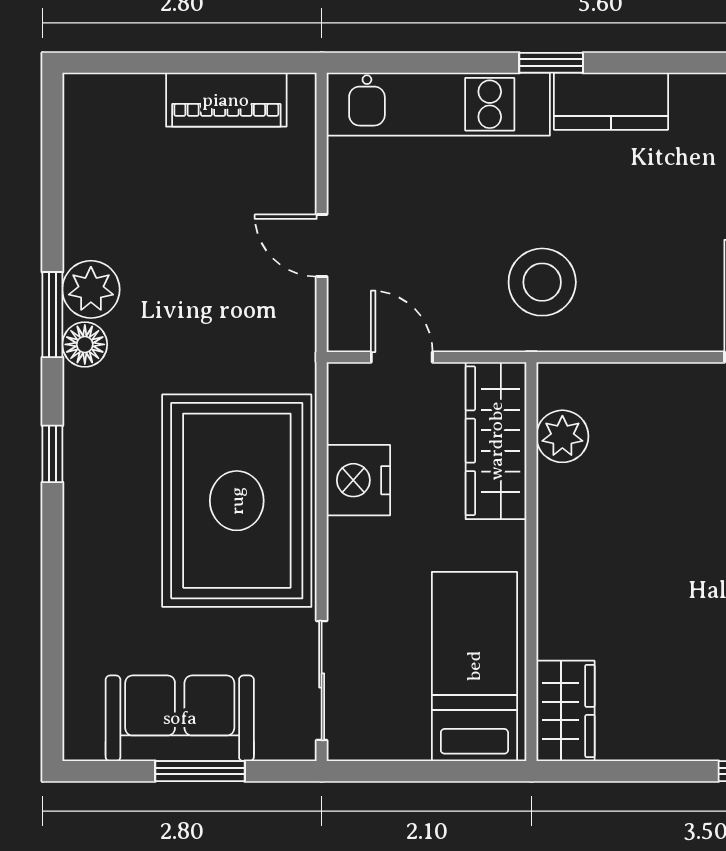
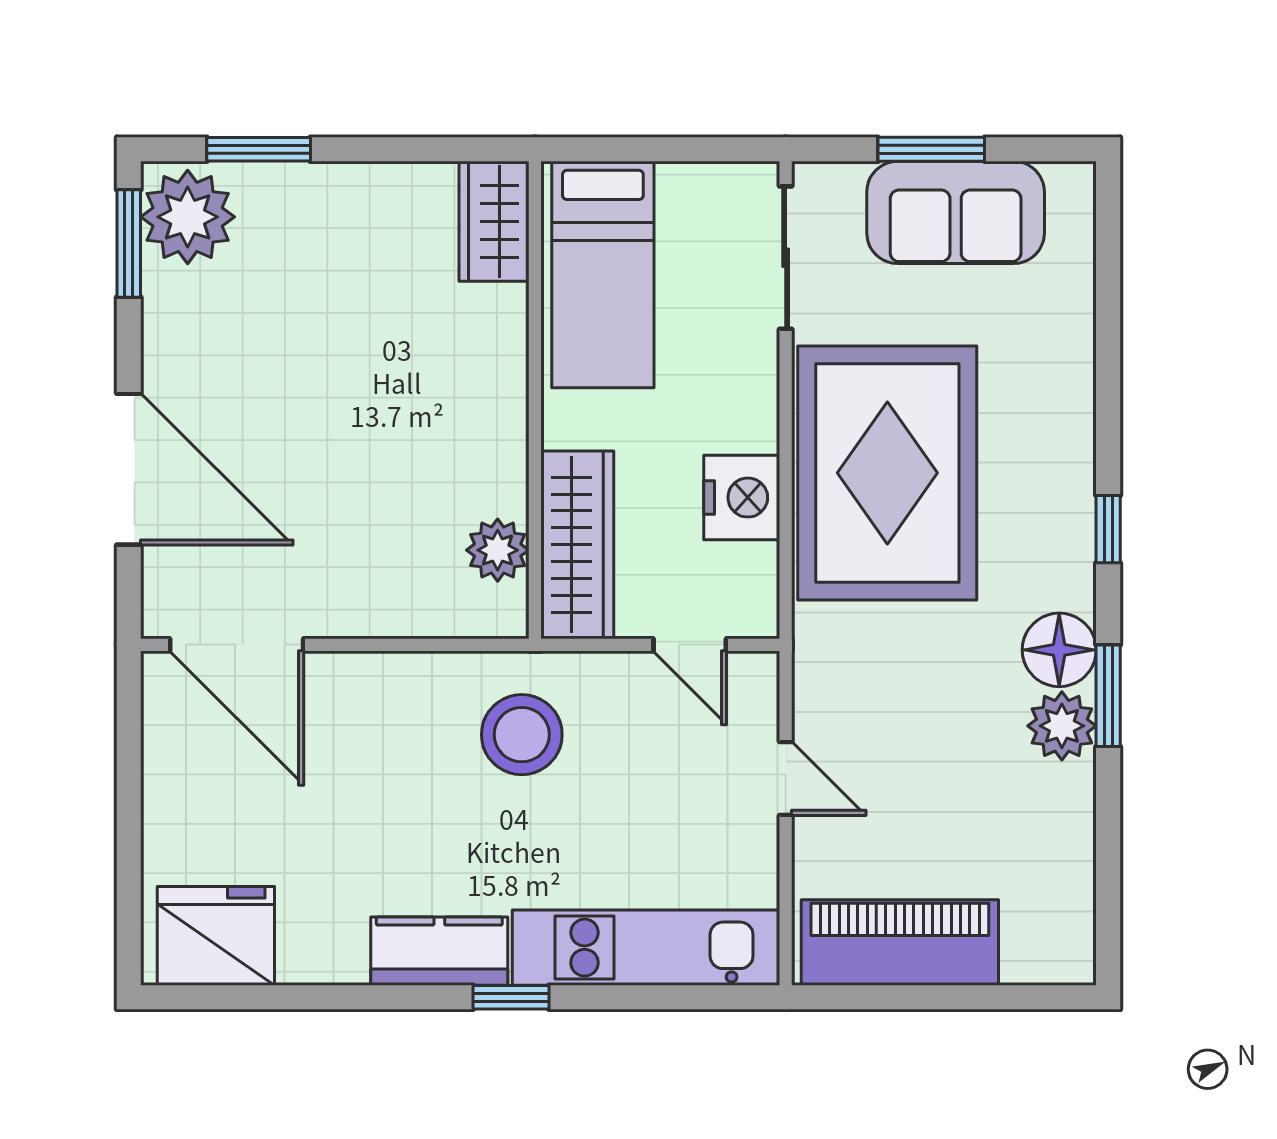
piano: (226, 100) -> (900, 942), width x1.37, depth x1.33
floor lamp: (85, 344) -> (1059, 650), width x1.38, depth x1.38

